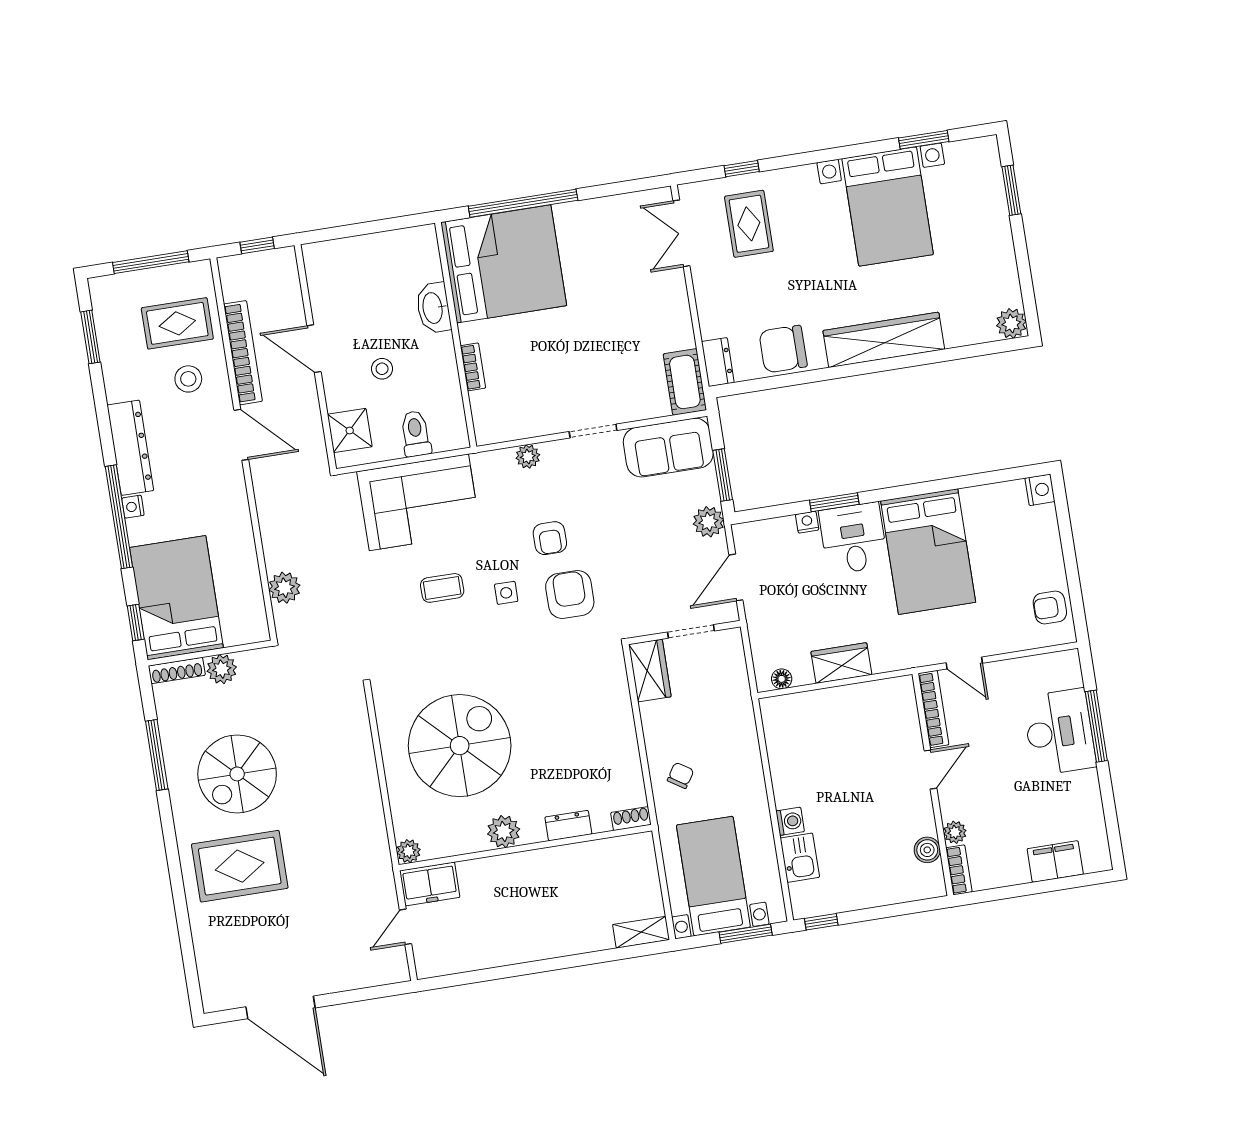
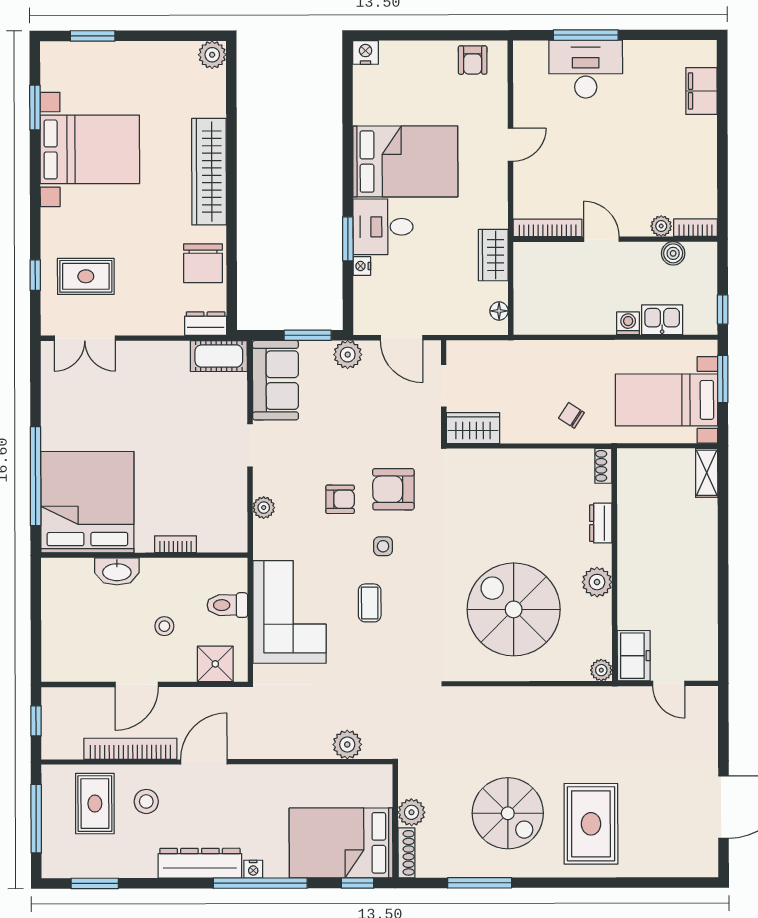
bookcase: (934, 709) -> (548, 228), moved
door: (930, 769) -> (601, 239), moved
wall: (933, 785) -> (615, 239), moved
plant: (955, 832) -> (661, 226), moved
boiler: (927, 850) -> (673, 253), moved
bookcase: (959, 870) -> (695, 228), moved

